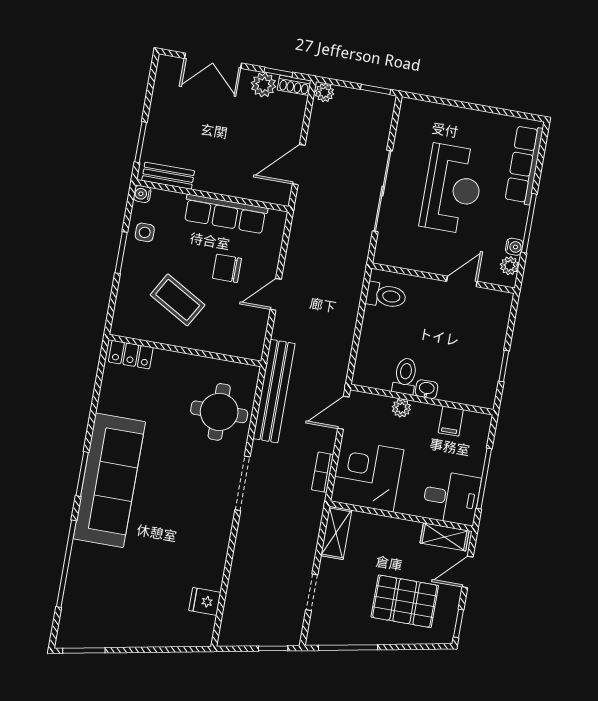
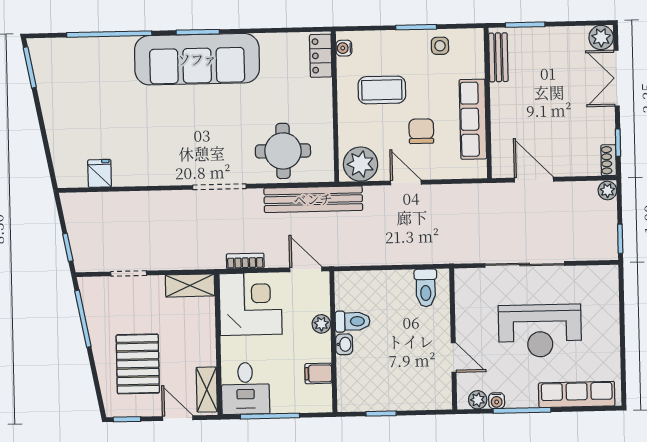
plant: (263, 85) -> (601, 37), moved
water cooler: (142, 194) -> (344, 48), moved, turned -90
coffee table: (178, 300) -> (382, 90), turned 60
plant: (248, 336) -> (361, 164), added

